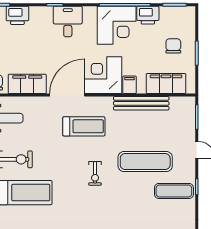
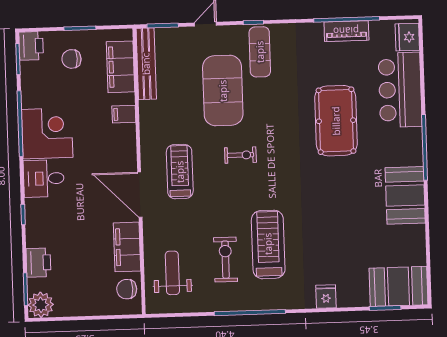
printer: (148, 15) -> (31, 46), moved
desk: (68, 22) -> (44, 179), moved
corner desk: (103, 75) -> (112, 149), removed
bench: (141, 103) -> (146, 64), moved
exercise mat: (145, 162) -> (223, 91), width x1.47

